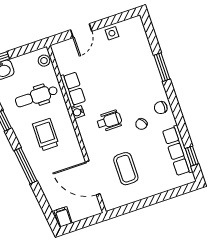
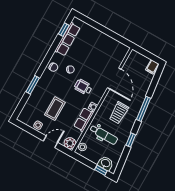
plant: (60, 51) -> (70, 143), added
coffee table: (126, 169) -> (55, 109), moved
door: (93, 178) -> (114, 78), moved

